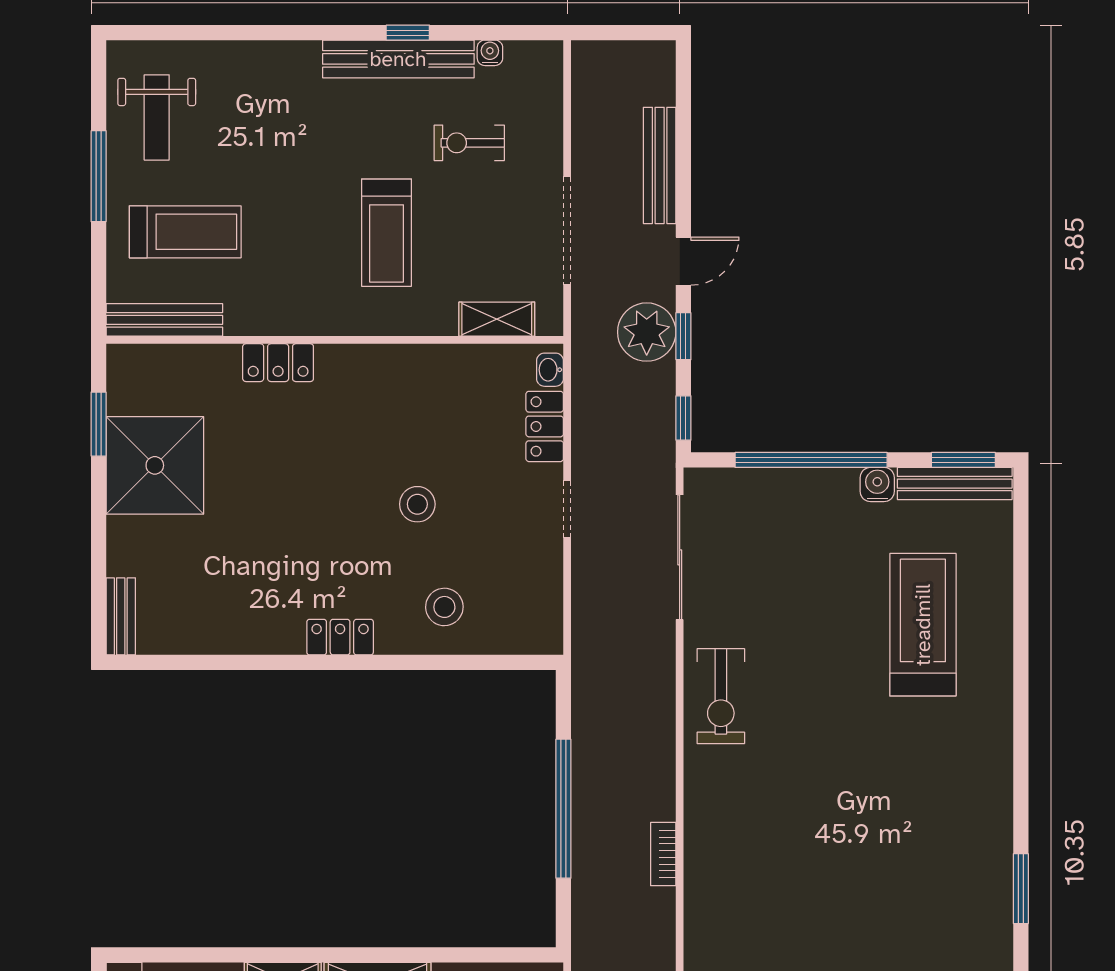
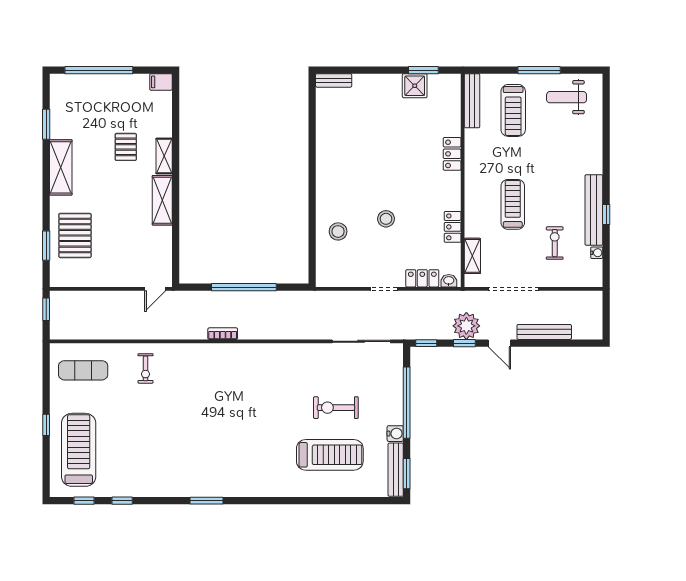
treadmill: (386, 233) -> (513, 204), turned 90
shower: (155, 465) -> (415, 86), width x0.54, depth x0.54
locker: (340, 637) -> (453, 227), moved, turned 180
exercise bike: (721, 696) -> (336, 408), moved

